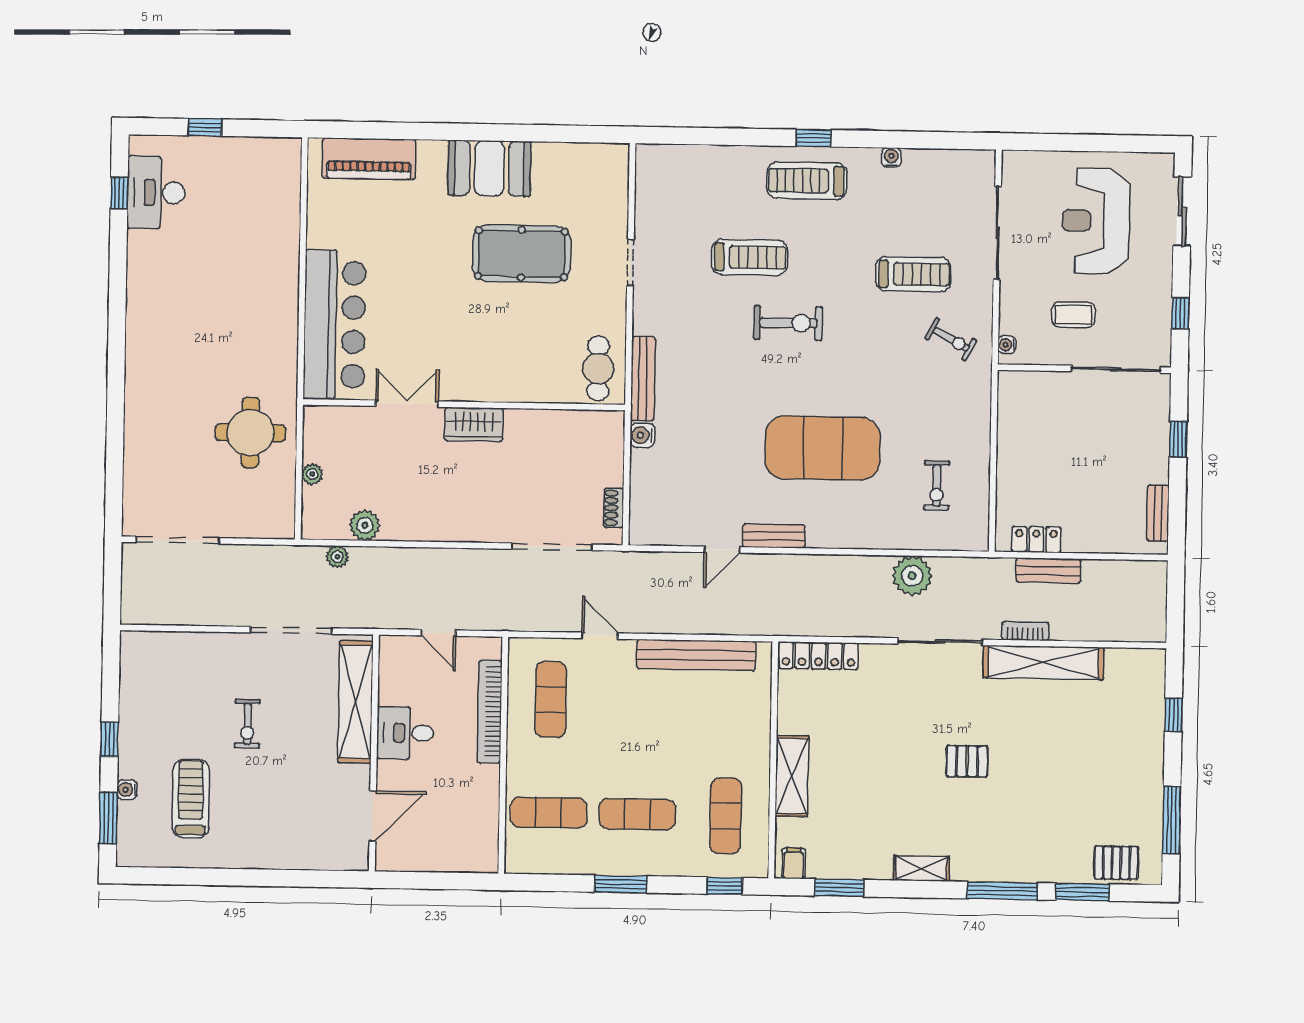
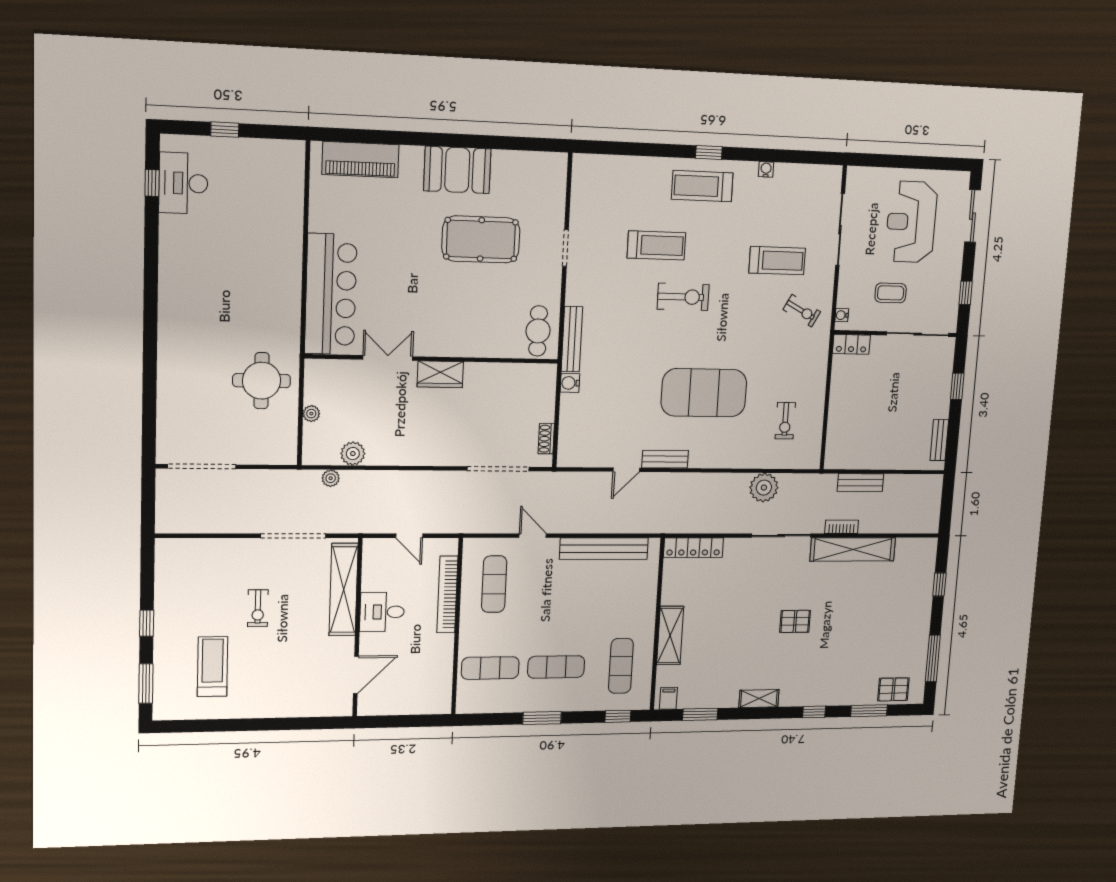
locker: (1036, 539) -> (851, 344), moved, turned 180
water cooler: (127, 790) -> (161, 661), removed
window: (1002, 891) -> (814, 712), width x0.46

